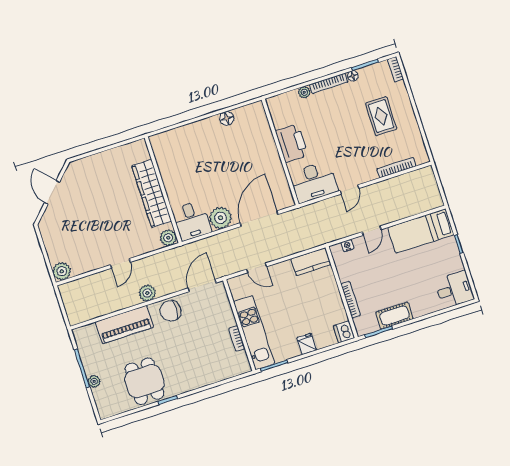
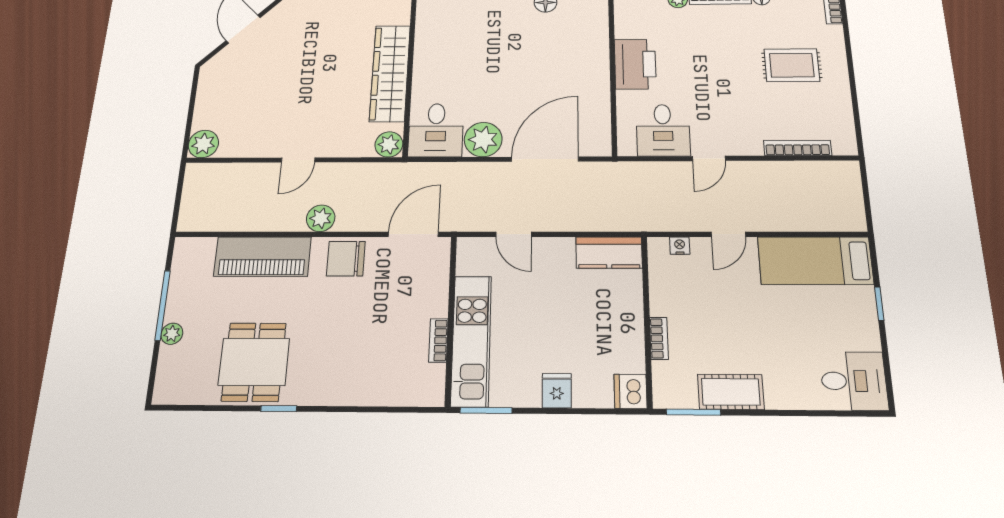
rug: (381, 116) -> (792, 65), turned 90
desk: (314, 182) -> (663, 130), width x0.73
bookcase: (351, 300) -> (659, 338), width x0.64

